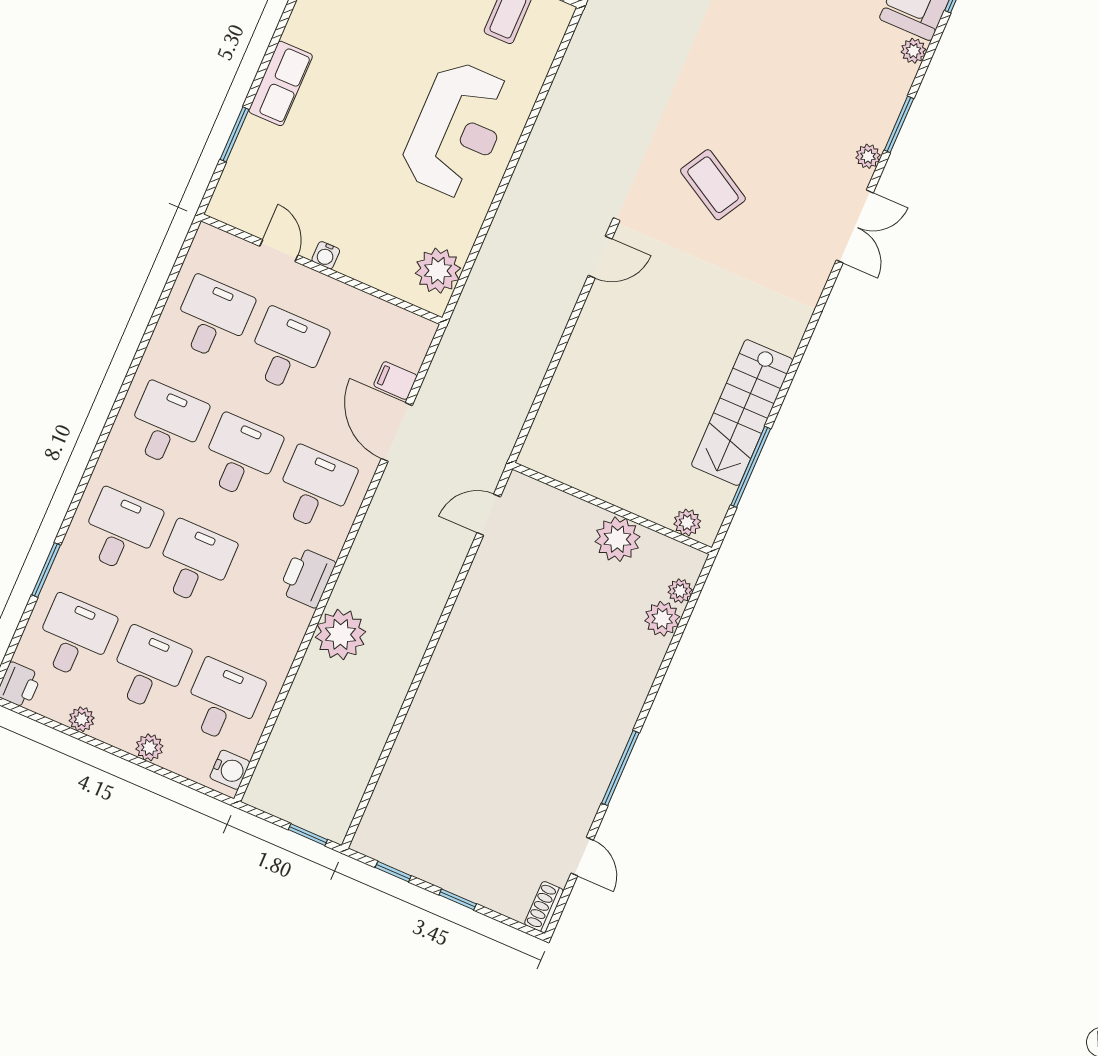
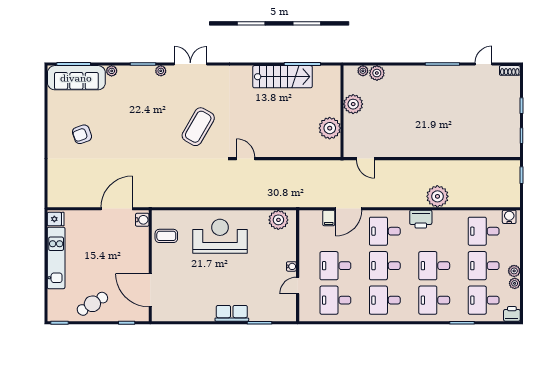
coffee table: (713, 185) -> (198, 127), width x1.36, depth x1.32
plant: (687, 523) -> (330, 128), moved, width x1.87, depth x1.87
plant: (149, 747) -> (514, 271), moved

